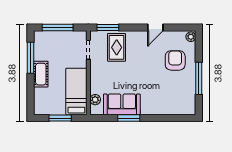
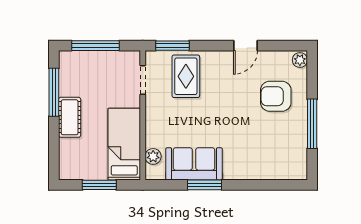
armchair: (175, 60) -> (276, 96), turned -90

